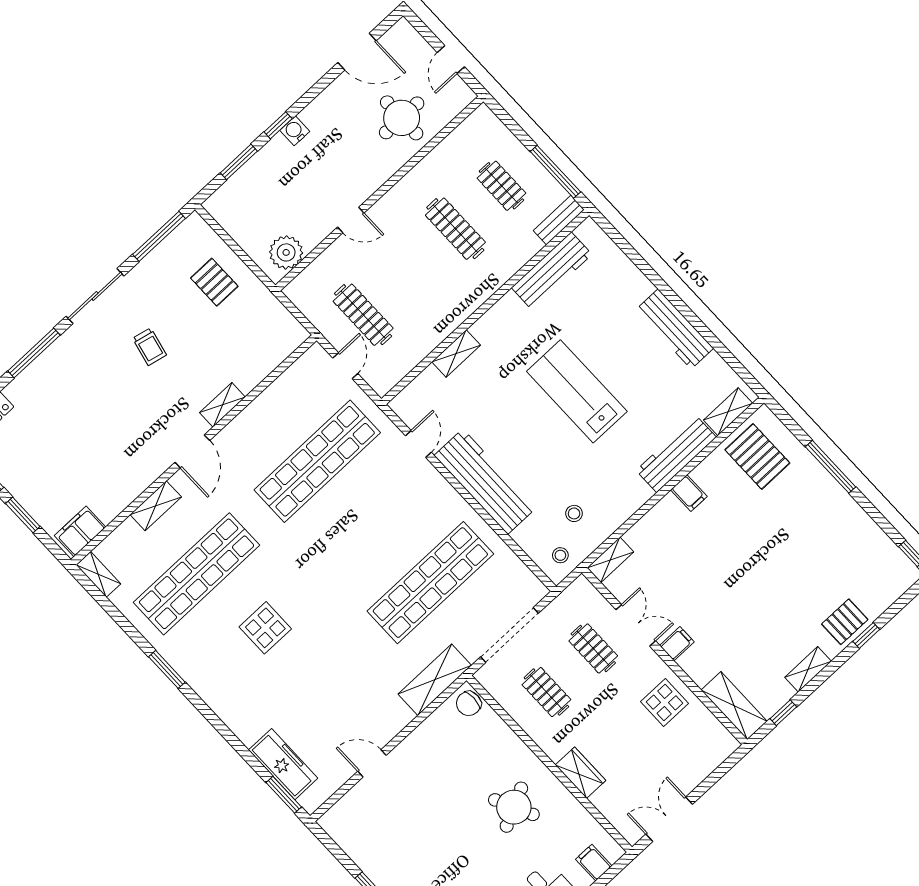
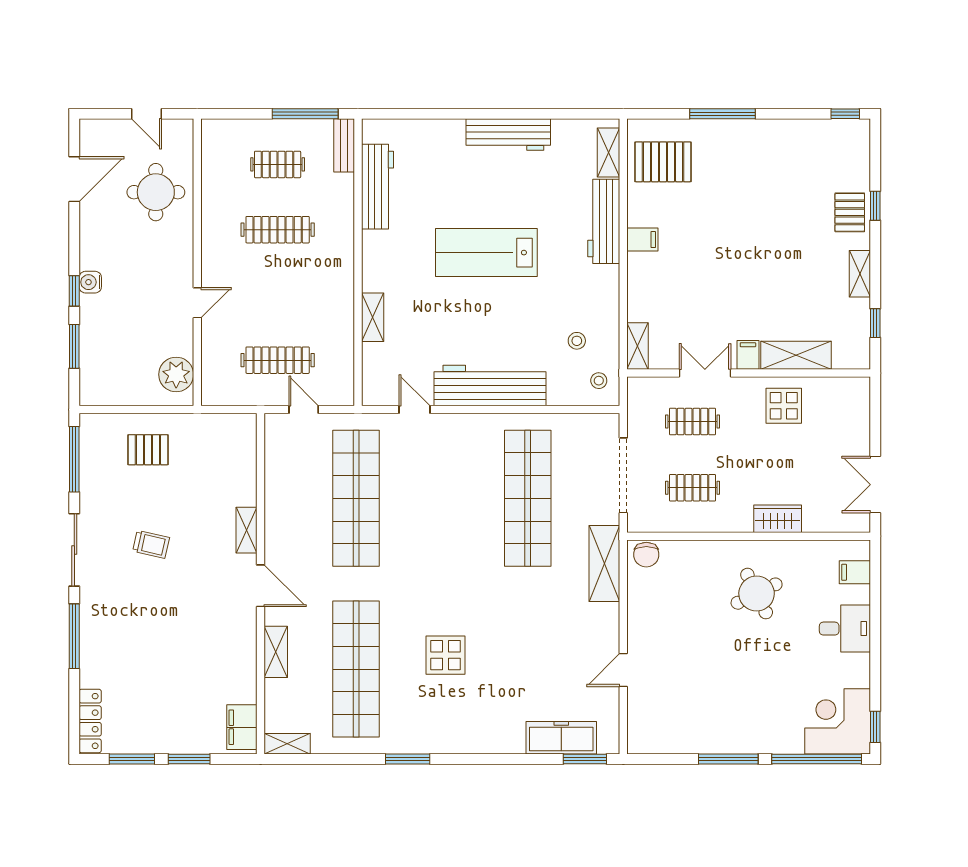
shelving: (734, 706) -> (796, 355), moved

